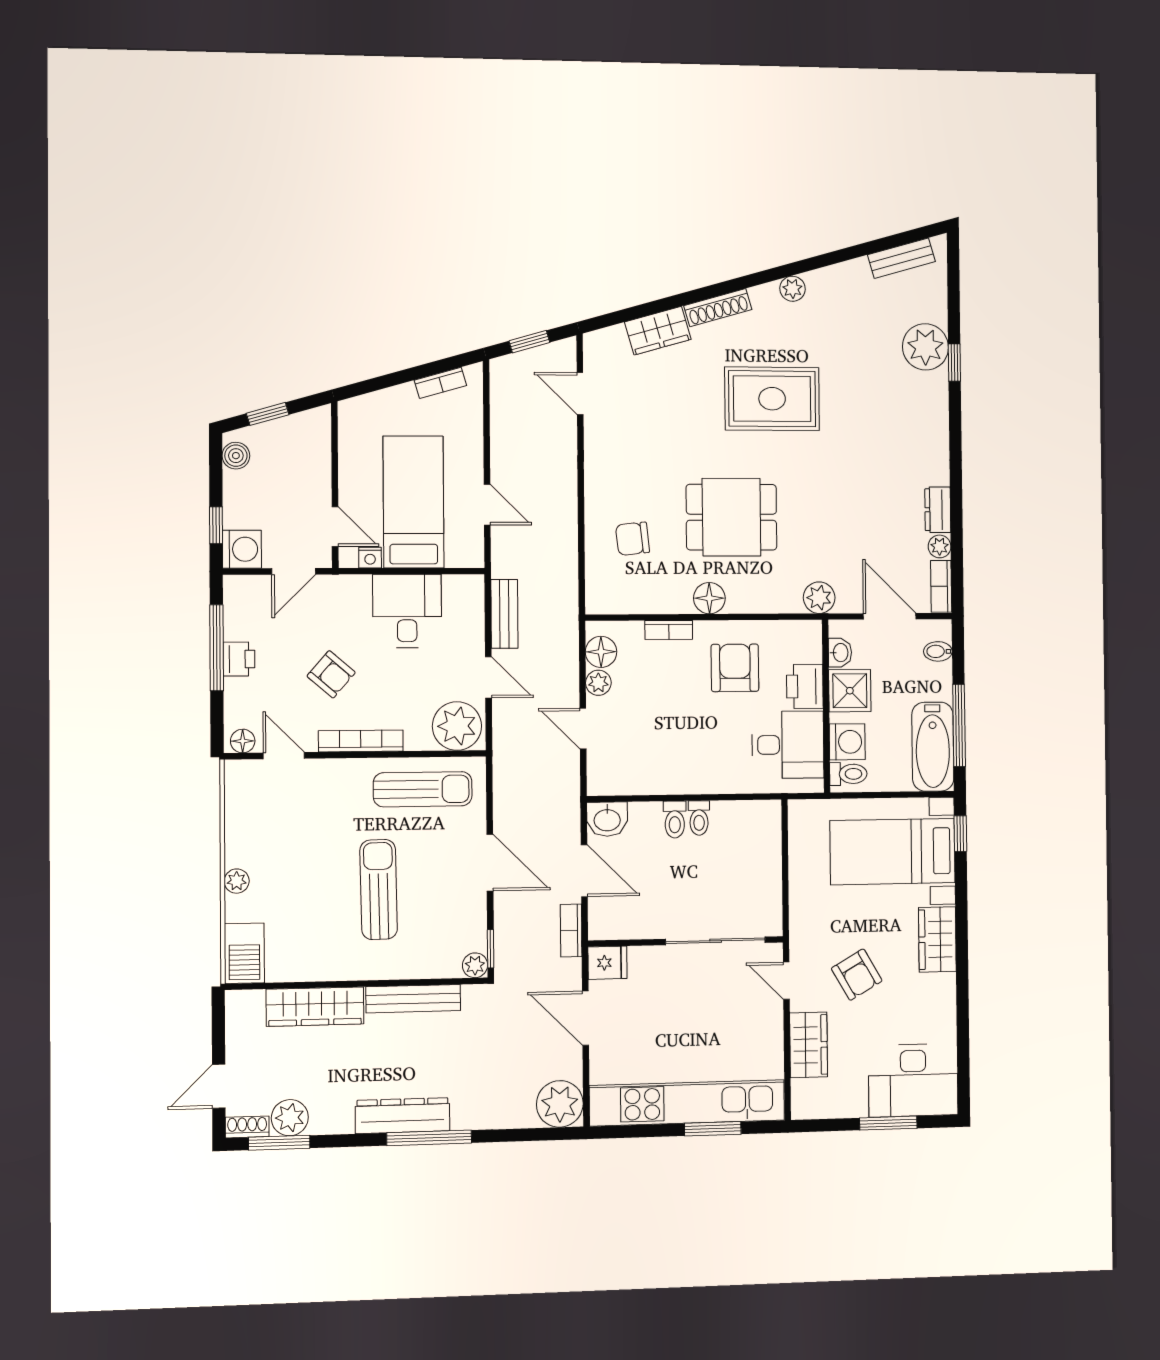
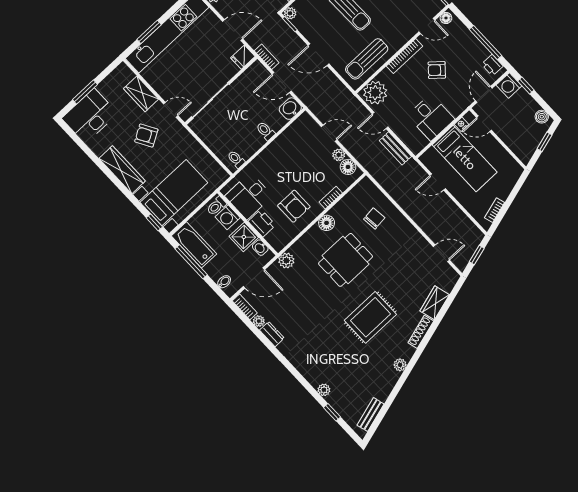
plant: (925, 347) -> (324, 390), width x0.53, depth x0.53
window: (954, 363) -> (332, 412), moved
printer: (239, 659) -> (492, 65), moved
toilet: (699, 818) -> (236, 159), moved
wardrobe: (937, 939) -> (122, 170), width x1.50

